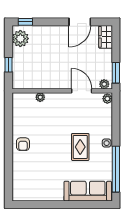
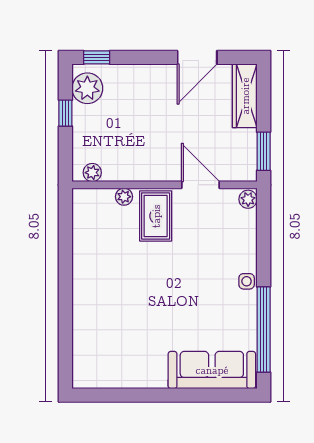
wardrobe: (106, 37) -> (245, 96), width x1.50
window: (9, 65) -> (65, 113), moved
plant: (104, 84) -> (92, 173), moved
armchair: (23, 144) -> (92, 283), removed
rug: (80, 147) -> (156, 216), moved

